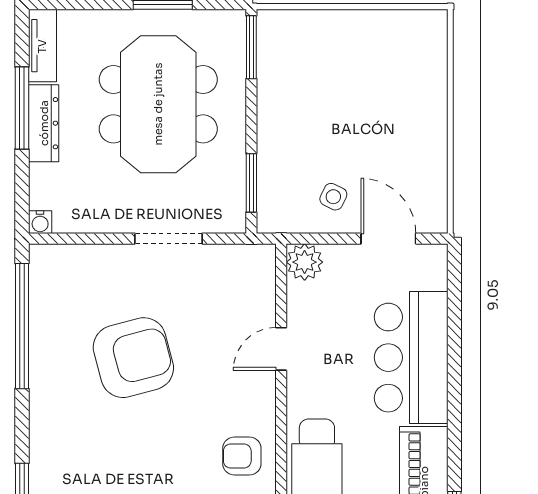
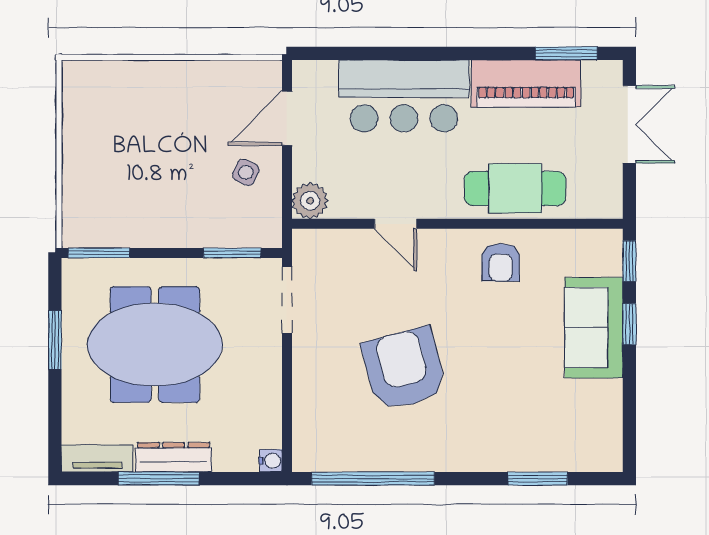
doorway: (169, 239) -> (287, 300), moved

